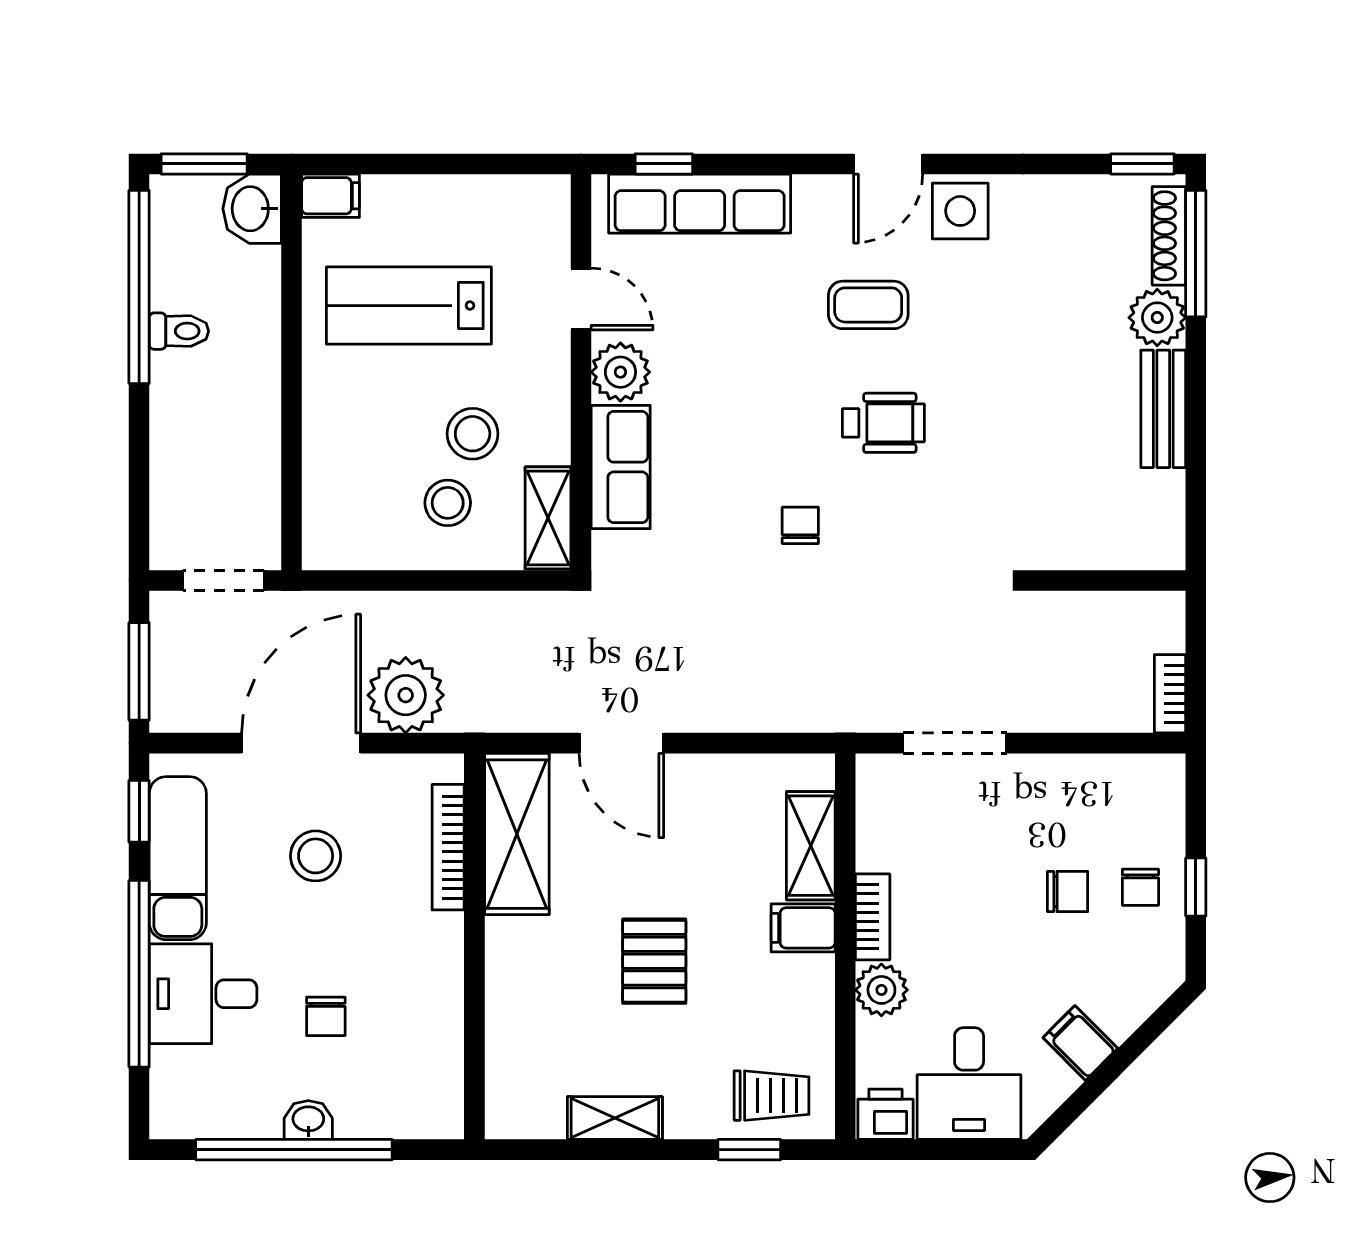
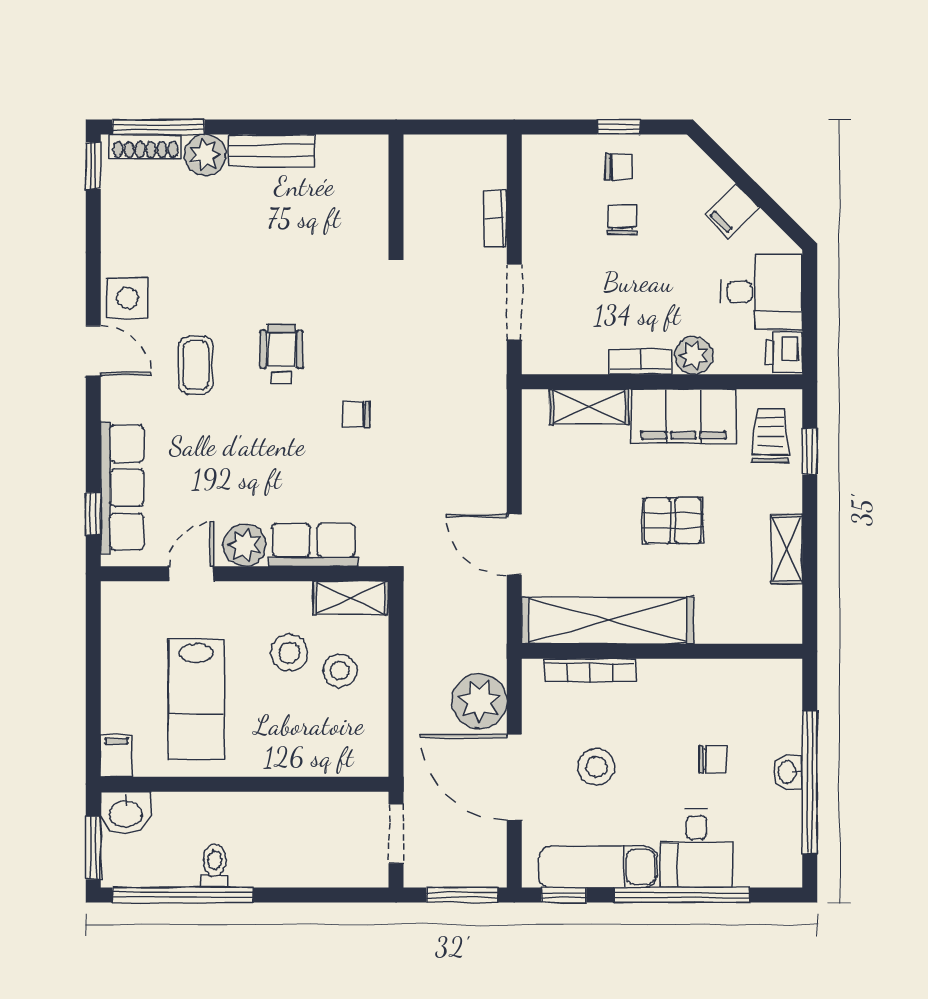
bookcase: (1170, 694) -> (495, 219), moved, turned 90
door: (621, 743) -> (514, 544), swing flipped
shelving: (517, 834) -> (608, 620), width x1.47
filing cabinet: (803, 928) -> (683, 416), width x3.00, depth x1.17

